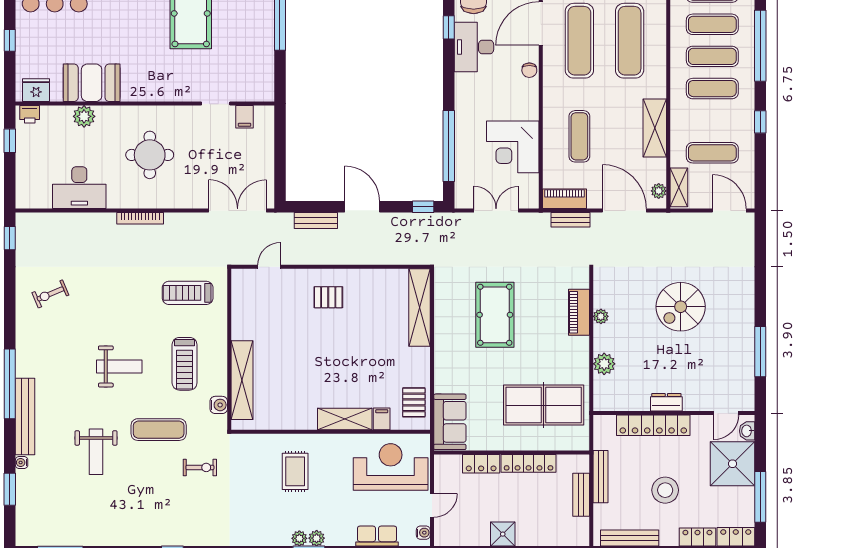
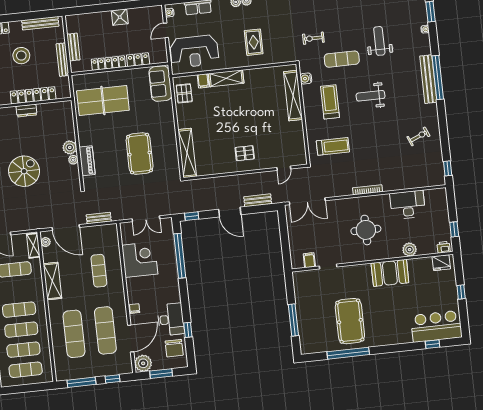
booth: (92, 83) -> (390, 273), moved
piano: (564, 199) -> (104, 231), removed
plant: (604, 364) -> (70, 147), moved
bench: (25, 417) -> (428, 79), moved

